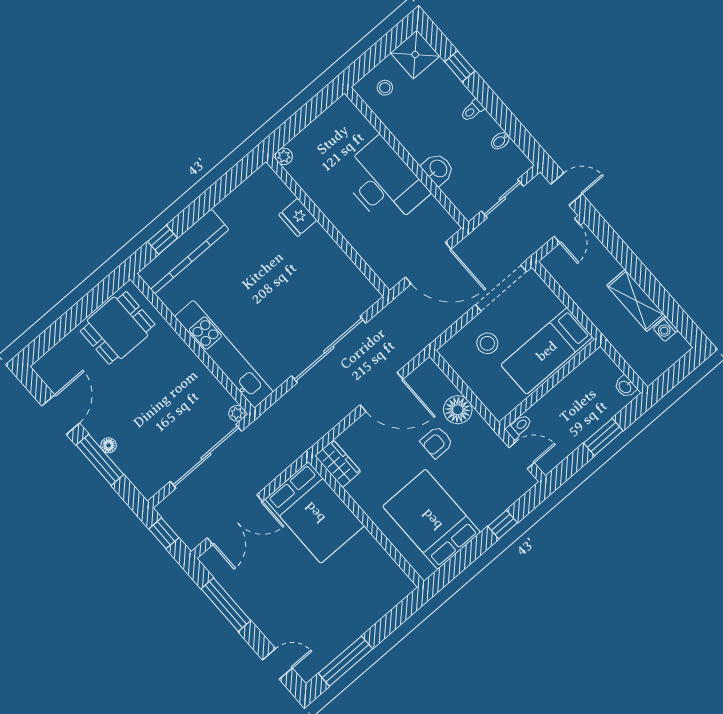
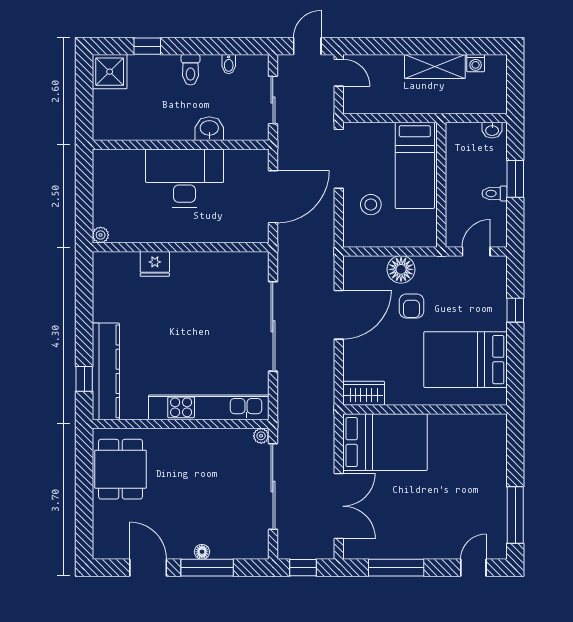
stool: (385, 88) -> (115, 116), removed
toilet: (472, 110) -> (191, 70), width x1.37, depth x1.39
toilet: (519, 427) -> (495, 193), moved, turned -90

